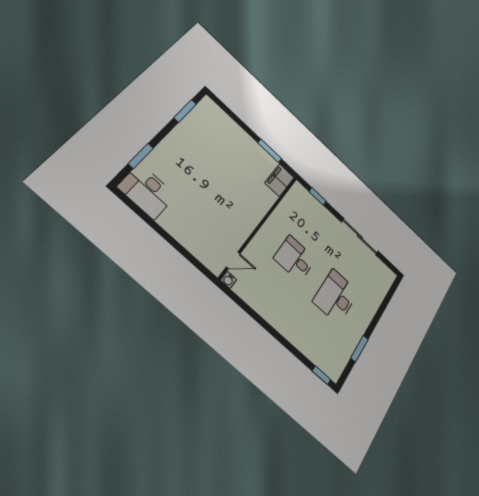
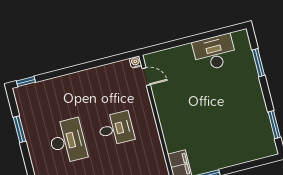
desk: (147, 191) -> (214, 53), moved
door: (233, 260) -> (146, 77), swing flipped

